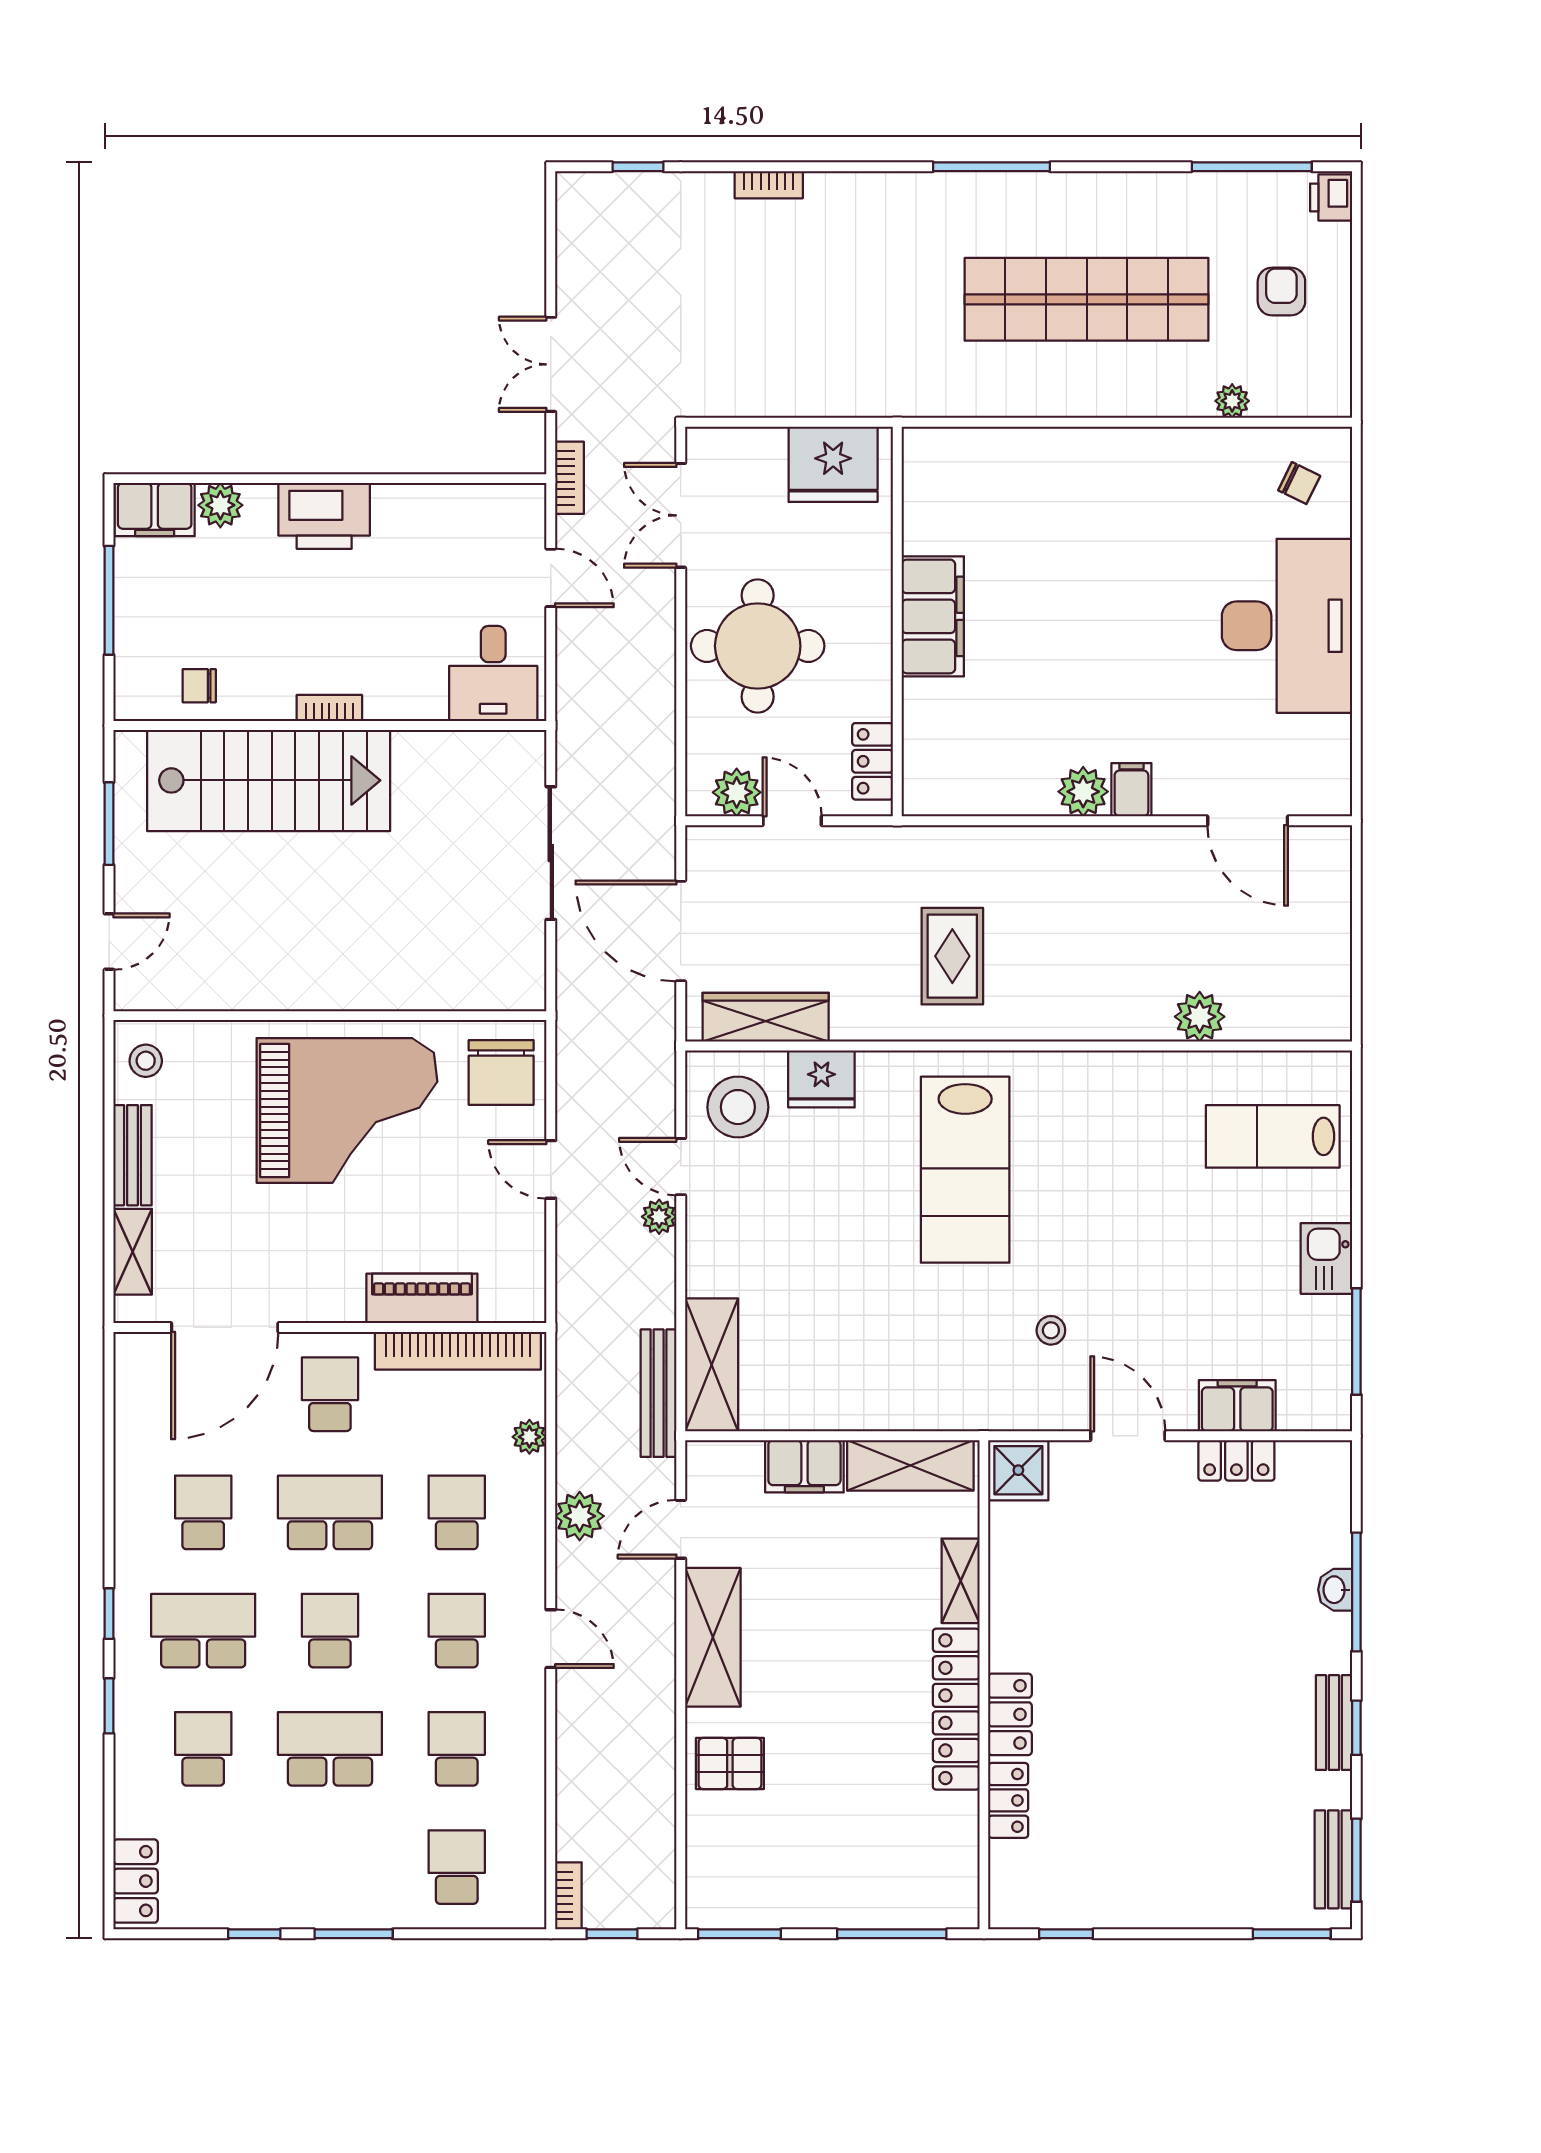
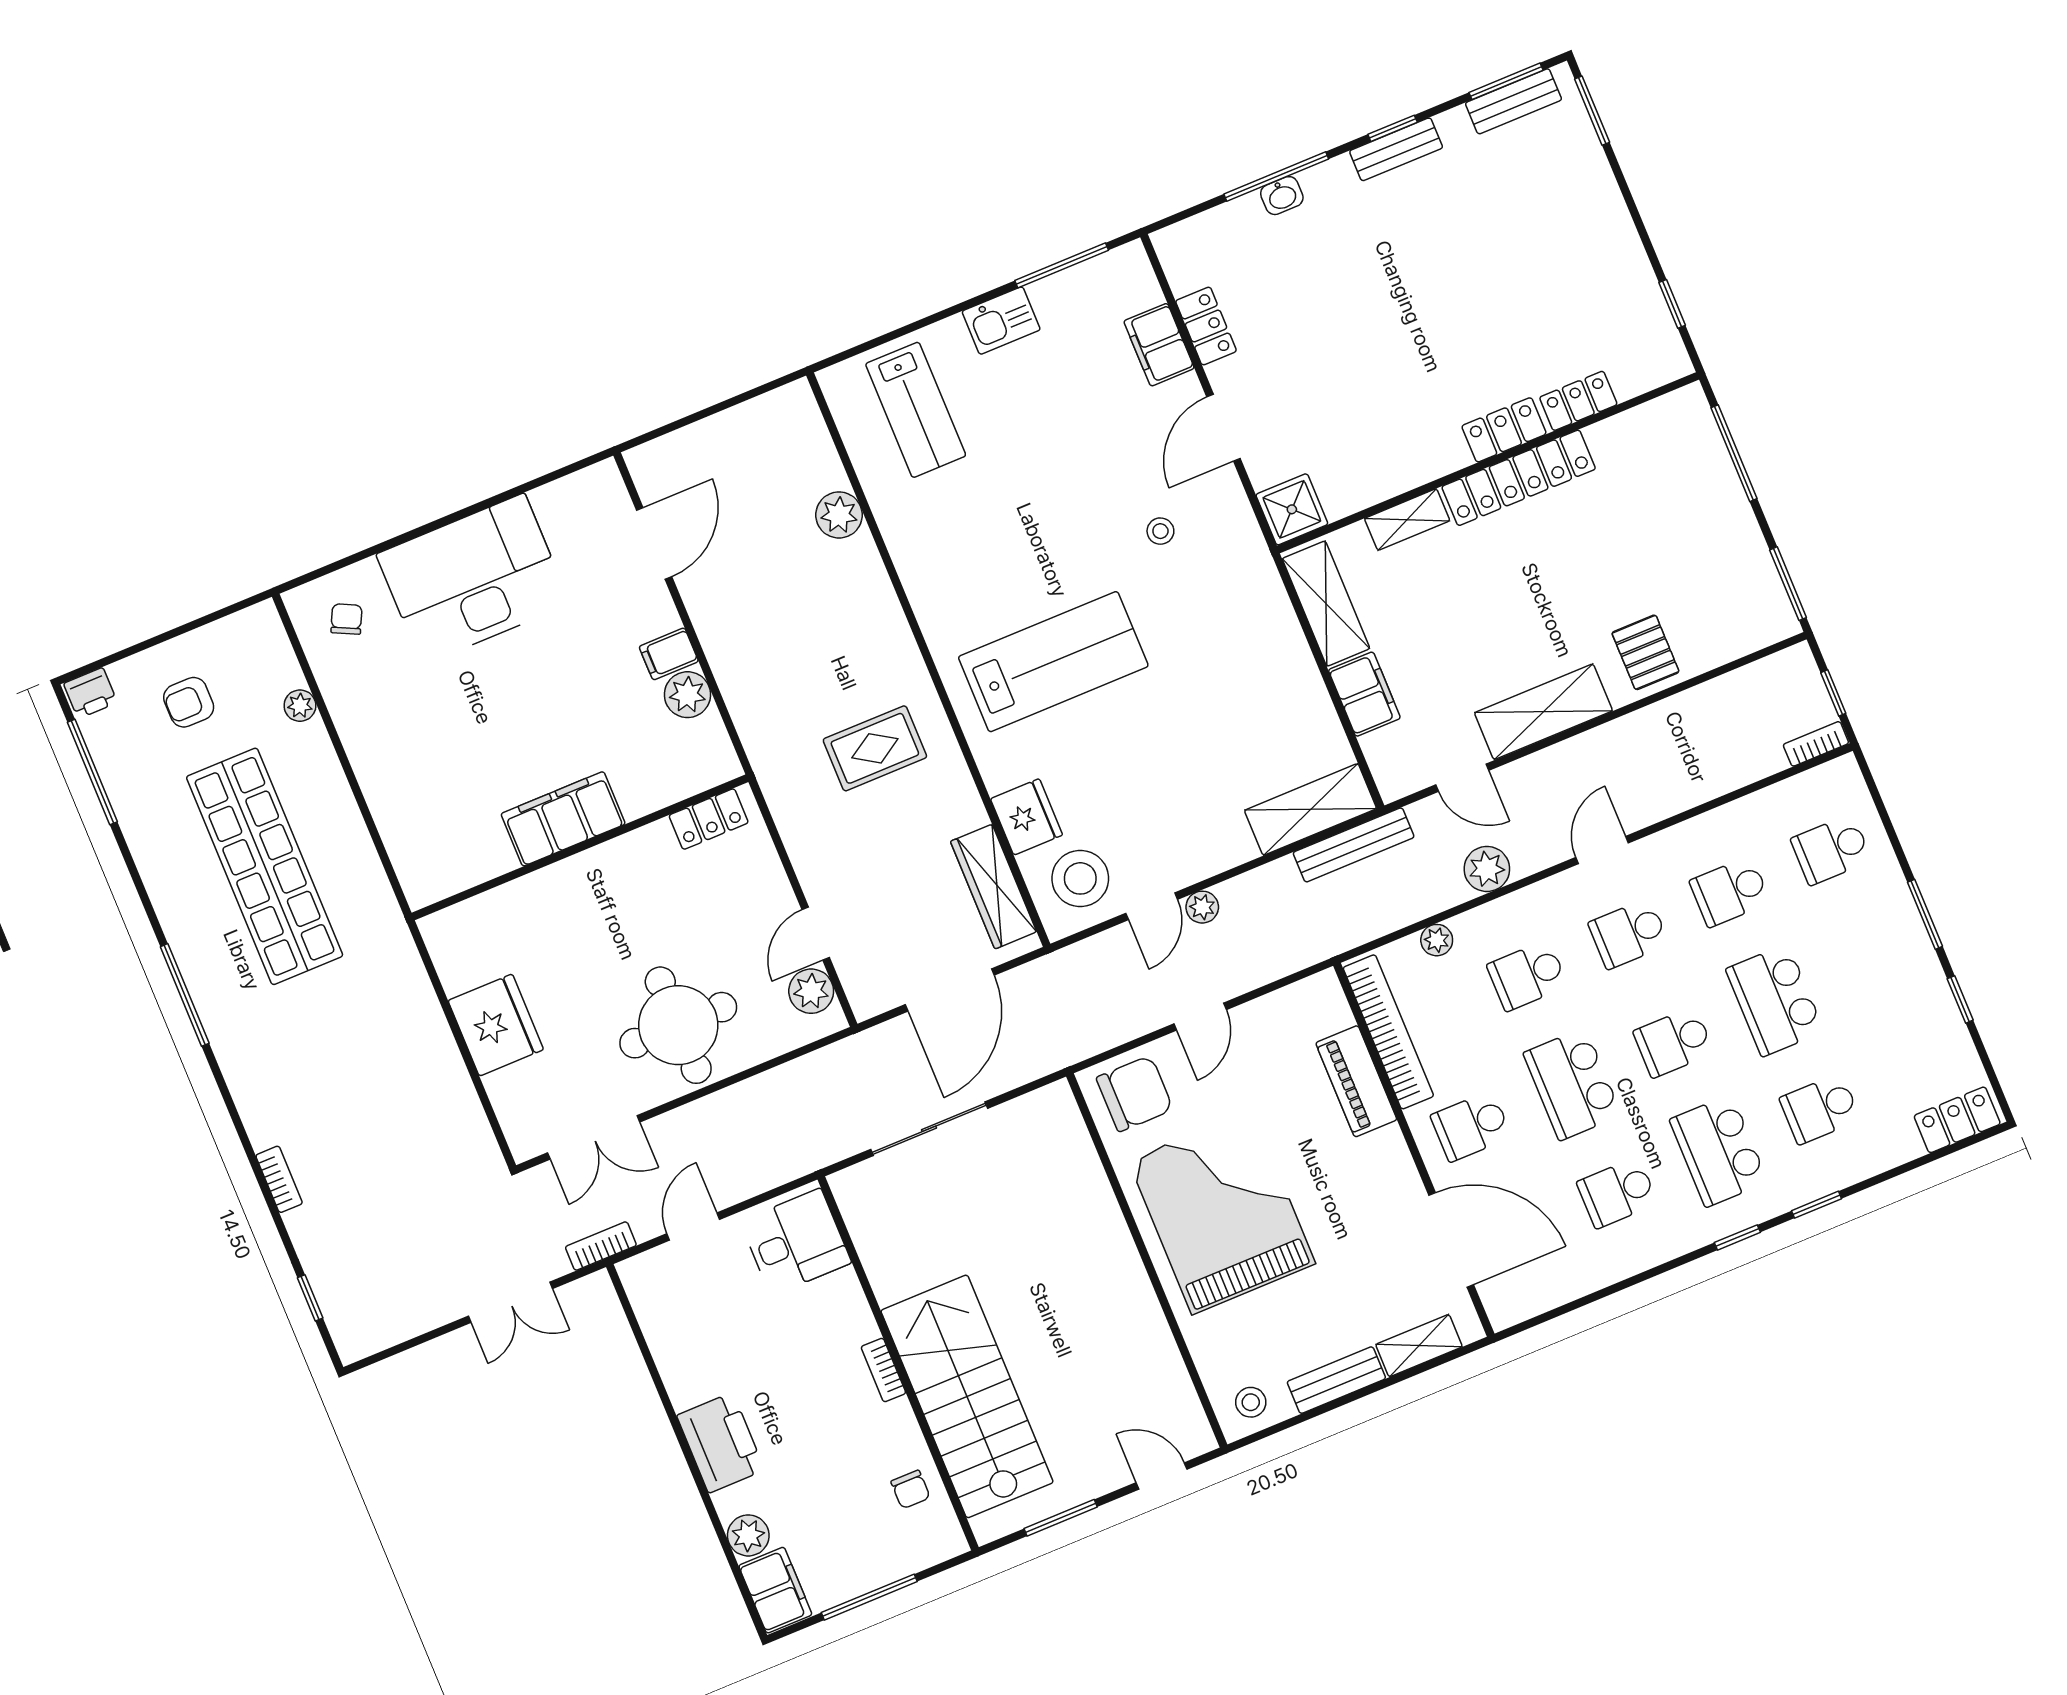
filing cabinet: (933, 616) -> (563, 819), moved
wall: (897, 622) -> (580, 847), moved
locker: (873, 761) -> (709, 819), moved

